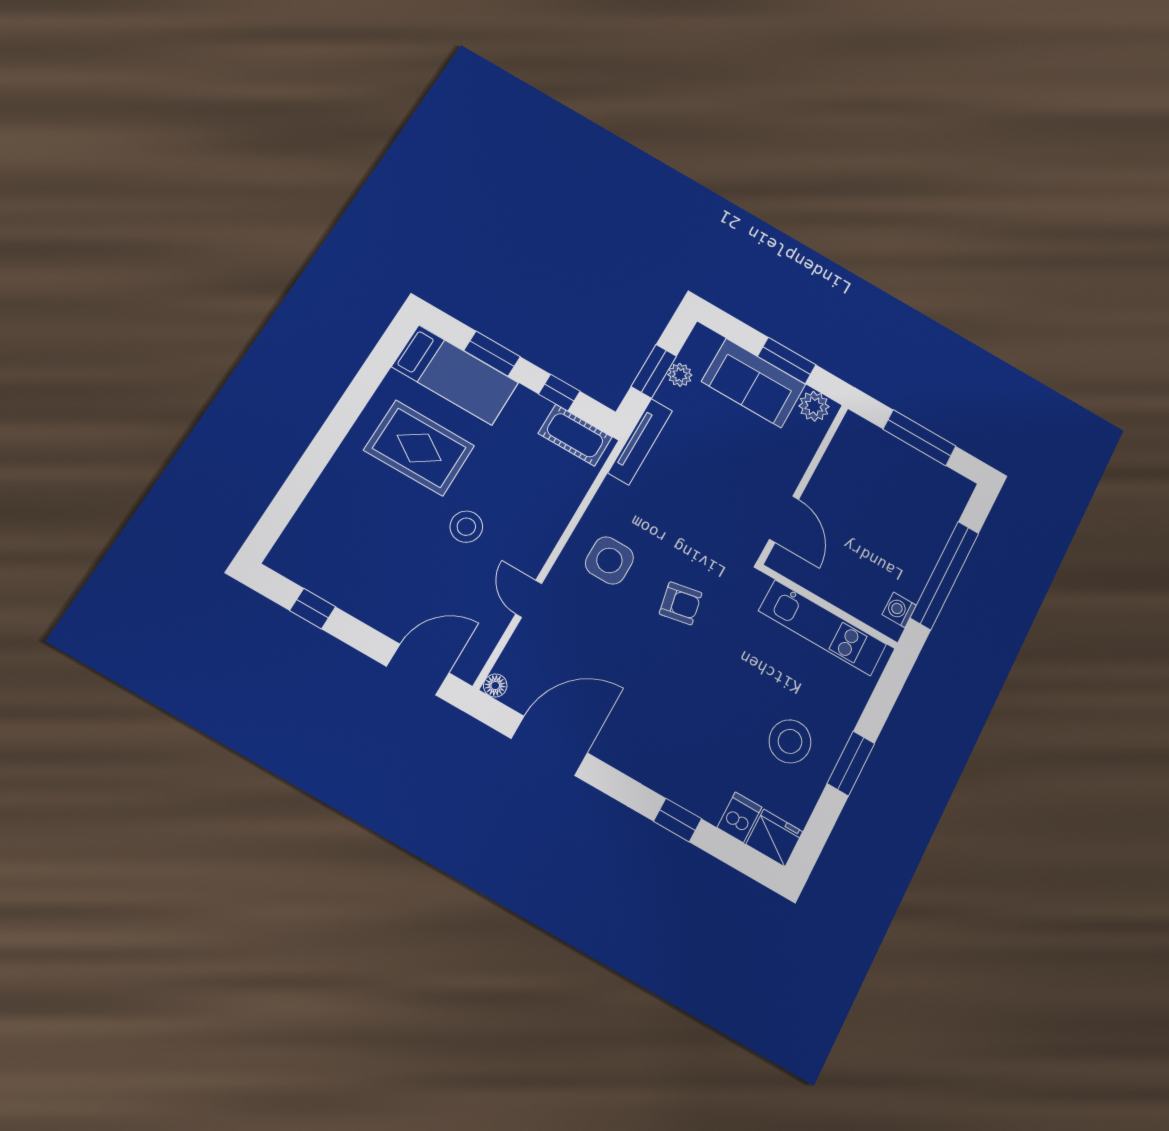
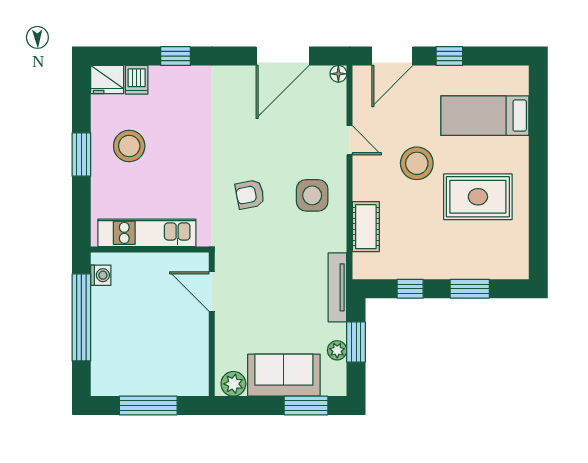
window: (787, 361) -> (306, 405), moved
bed: (455, 375) -> (485, 116), moved
cot: (575, 435) -> (366, 227), moved, turned 90
stool: (466, 527) -> (417, 163), width x1.38, depth x1.38
window: (313, 609) -> (449, 56), moved

